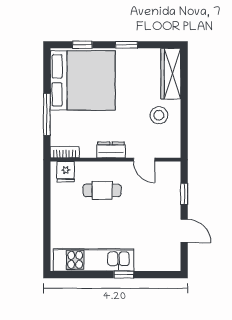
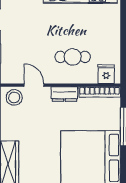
stool: (159, 115) -> (14, 97), moved
bookcase: (65, 152) -> (100, 92), width x1.56

